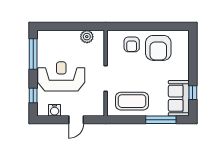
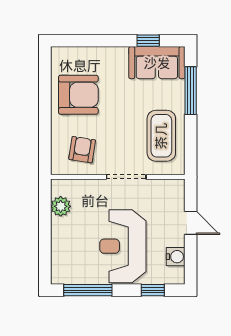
armchair: (132, 44) -> (82, 150), moved, turned -81

